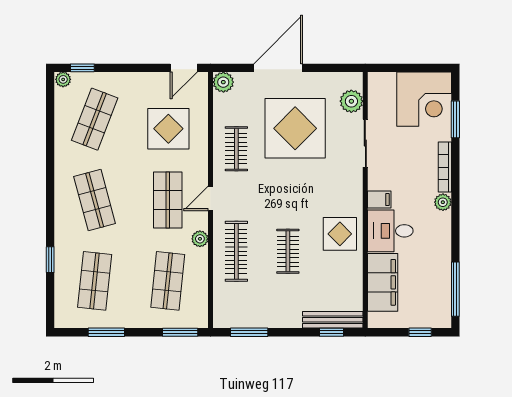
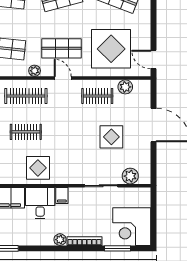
plant: (223, 82) -> (125, 87), moved
display table: (295, 128) -> (111, 137), width x0.54, depth x0.54
display table: (168, 129) -> (111, 49), width x1.36, depth x1.36

